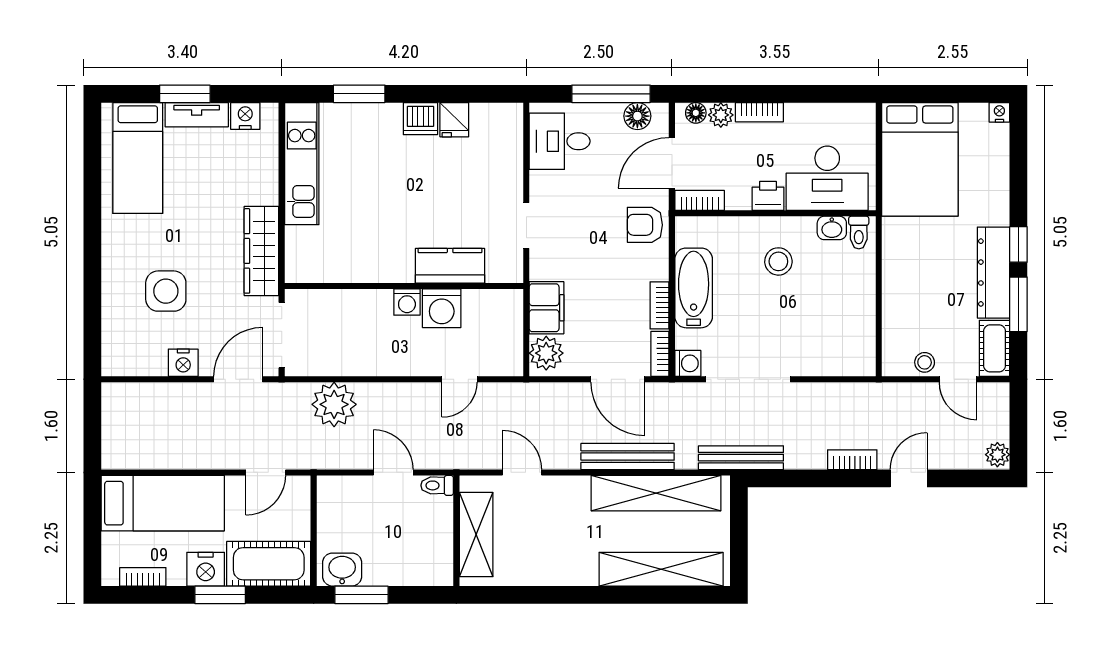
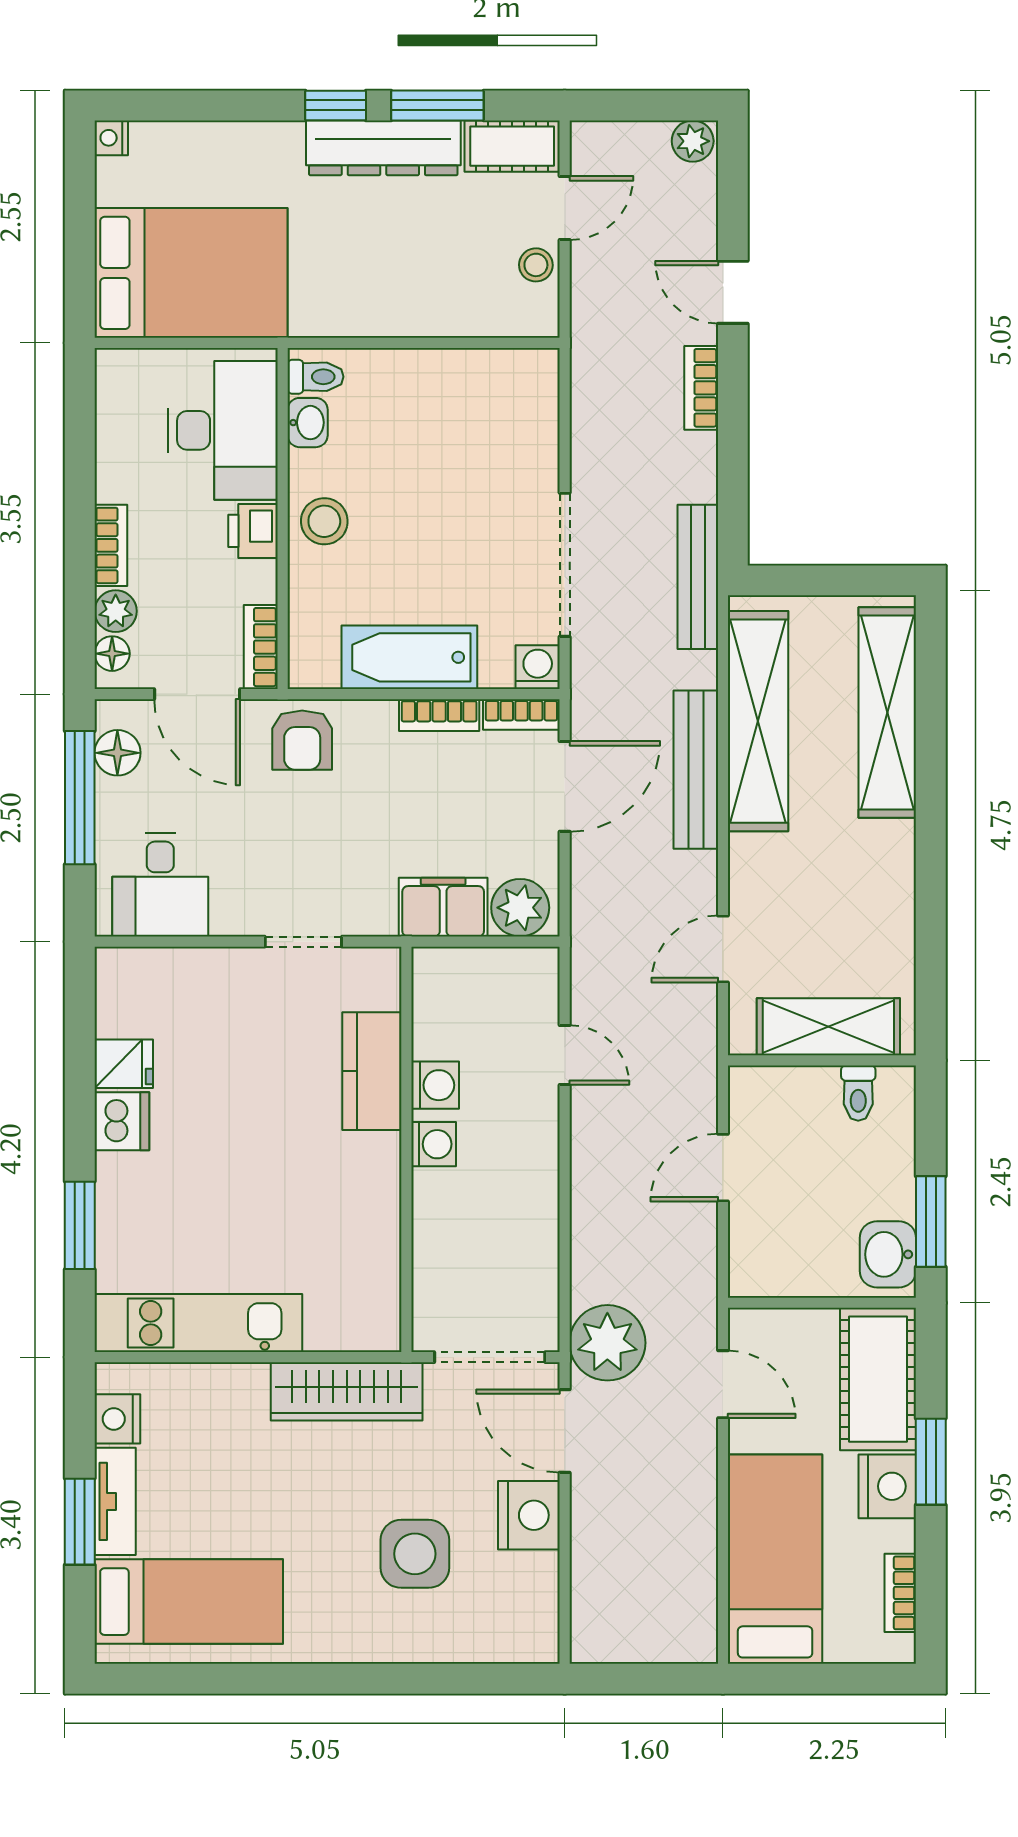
stool: (778, 261) -> (324, 521), moved
washing machine: (442, 308) -> (435, 1085), width x0.73, depth x0.73
nightstand: (183, 363) -> (529, 1515), width x1.36, depth x1.33
plant: (334, 404) -> (607, 1343), moved
toilet: (437, 485) -> (858, 1093), moved

